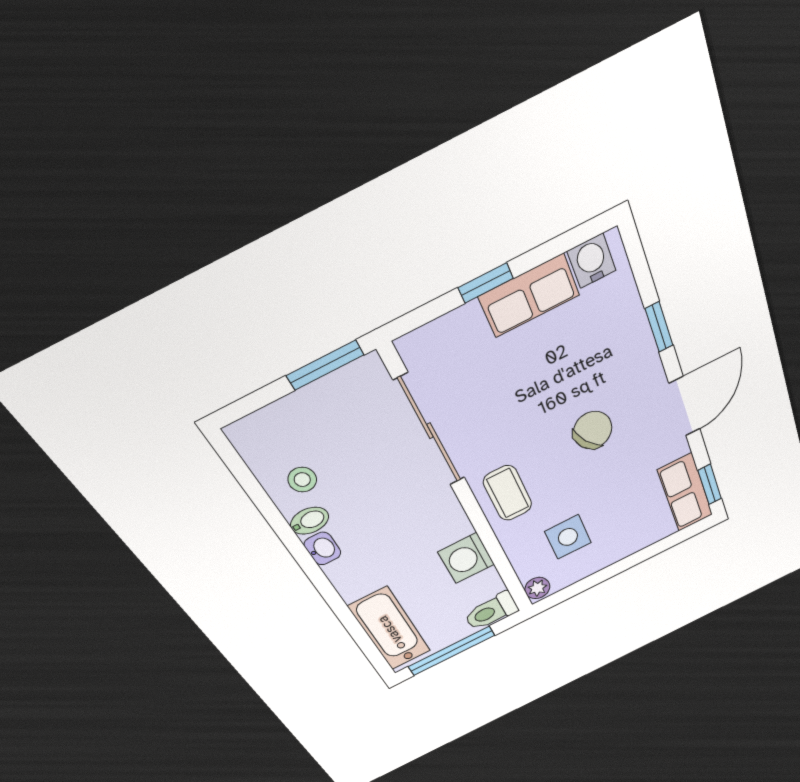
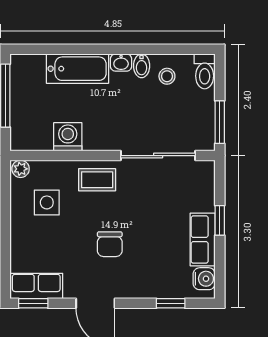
window: (659, 327) -> (171, 303), moved
chair: (593, 430) -> (110, 244), turned 34
toilet: (491, 611) -> (205, 71), moved, turned 180
bathtub: (390, 629) -> (77, 69), moved

